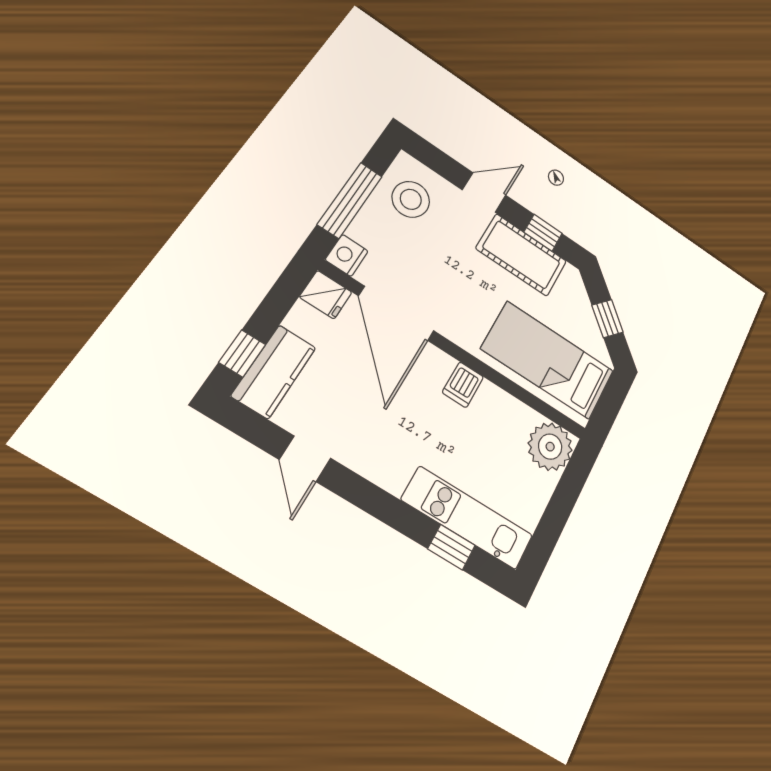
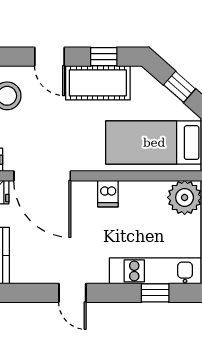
door: (484, 192) -> (50, 57), swing flipped
door: (305, 459) -> (72, 293), moved

